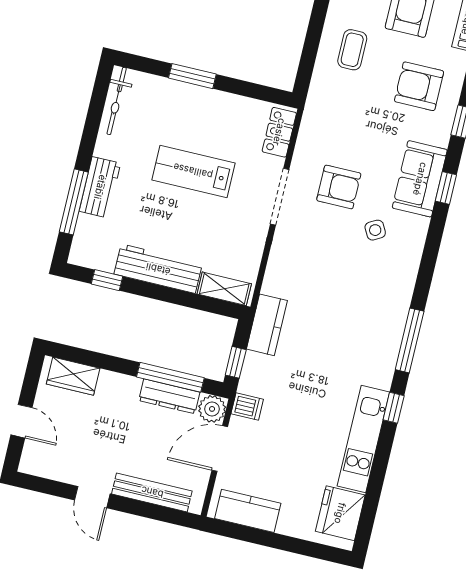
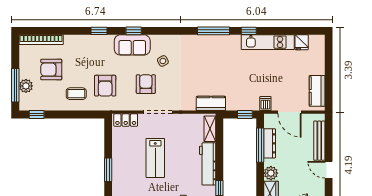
armchair: (419, 86) -> (105, 86), moved
kitchen counter: (267, 325) -> (211, 103), moved
plant: (212, 409) -> (271, 173), moved
door: (92, 497) -> (329, 170), swing flipped
fridge: (340, 513) -> (302, 42), width x0.53, depth x0.75

